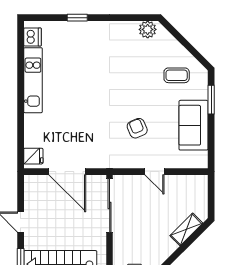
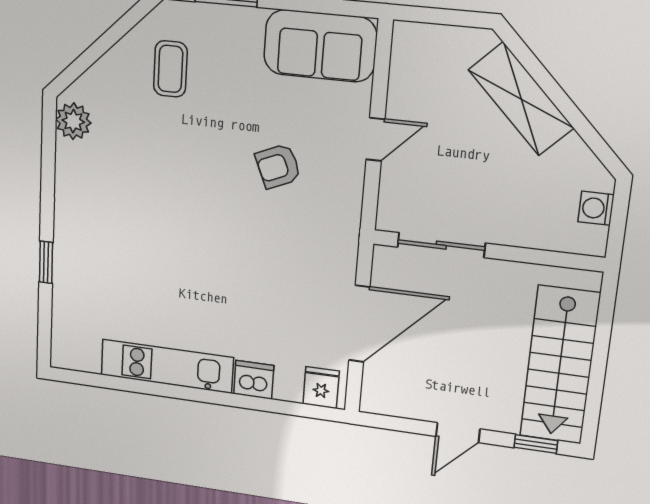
dishwasher: (32, 37) -> (254, 380), moved
sofa: (193, 125) -> (320, 46), moved
sliding door: (110, 206) -> (441, 245), width x0.73
shelving: (186, 229) -> (521, 99), width x1.50, depth x1.33

